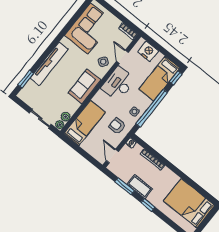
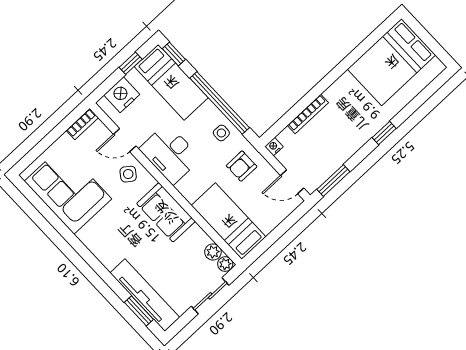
window: (167, 54) -> (131, 63), added
tv unit: (49, 64) -> (145, 295), moved
window: (125, 186) -> (333, 180), moved
cot: (140, 187) -> (351, 142), removed

